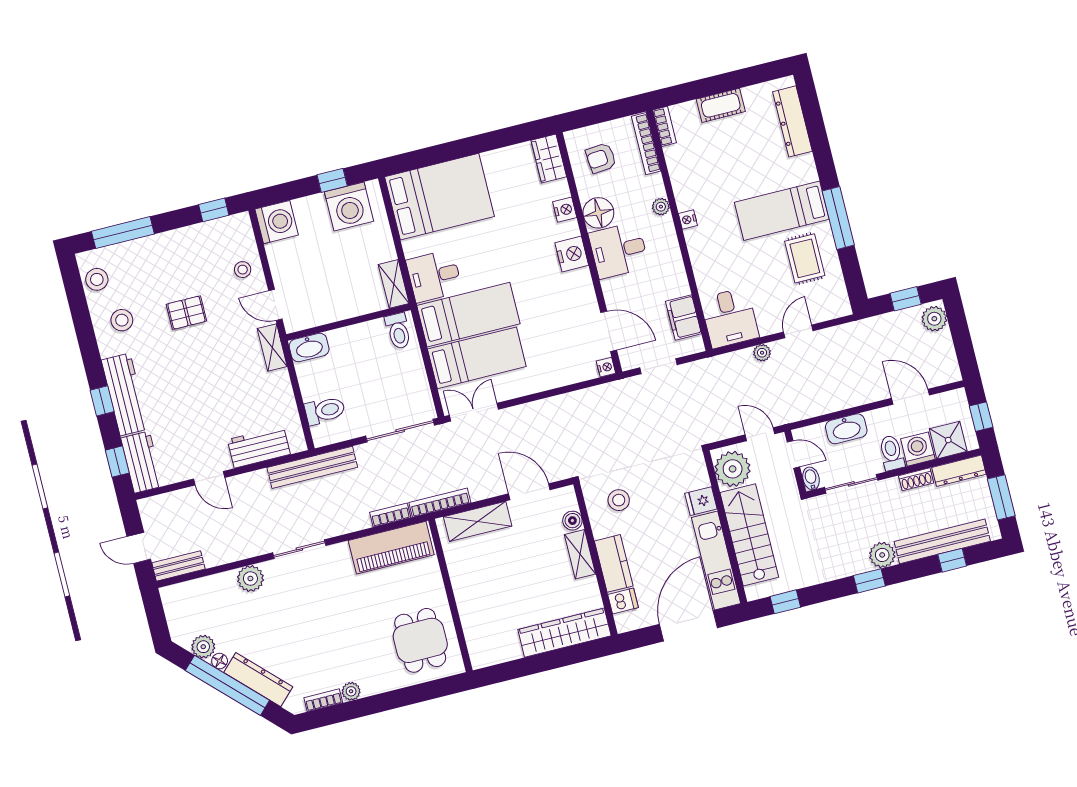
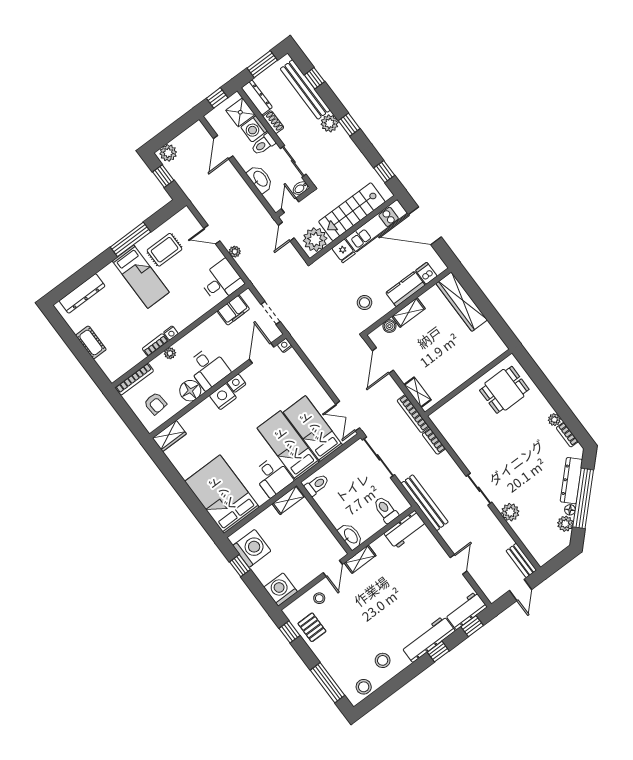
bookcase: (665, 126) -> (155, 345), moved
nightstand: (565, 210) -> (236, 383), moved
pallet: (186, 313) -> (312, 627), moved
workbench: (259, 447) -> (405, 530), moved, turned -90
shelving: (478, 521) -> (418, 392), width x0.67, depth x0.75
piano: (391, 548) -> (454, 432), removed

